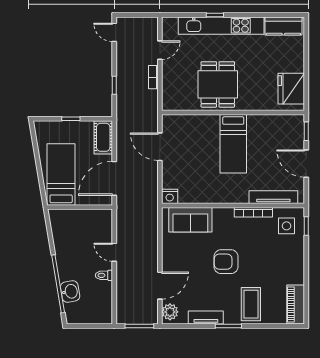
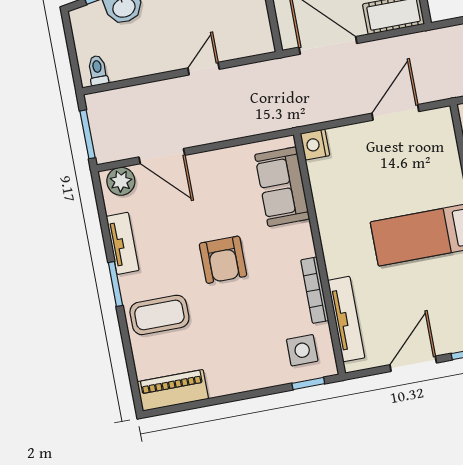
armchair: (226, 262) -> (223, 260), turned 180
toilet: (104, 275) -> (98, 71), moved

